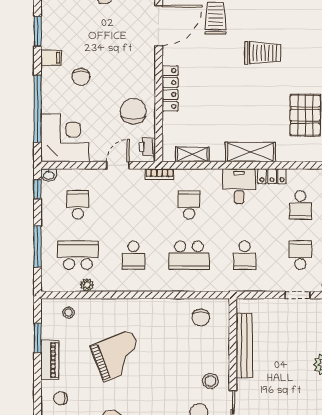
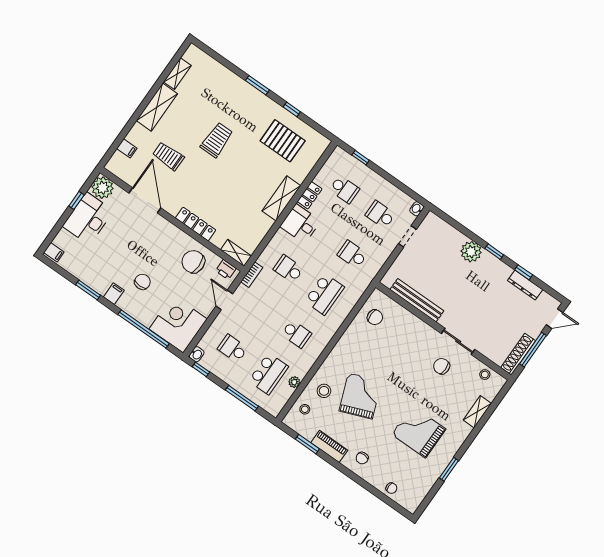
chair: (81, 77) -> (142, 282), turned -90
shelving: (192, 154) -> (236, 253), moved, turned 90
school desk: (78, 255) -> (268, 374), turned 180
school desk: (245, 255) -> (352, 254), turned 180
stool: (210, 381) -> (324, 391), moved

